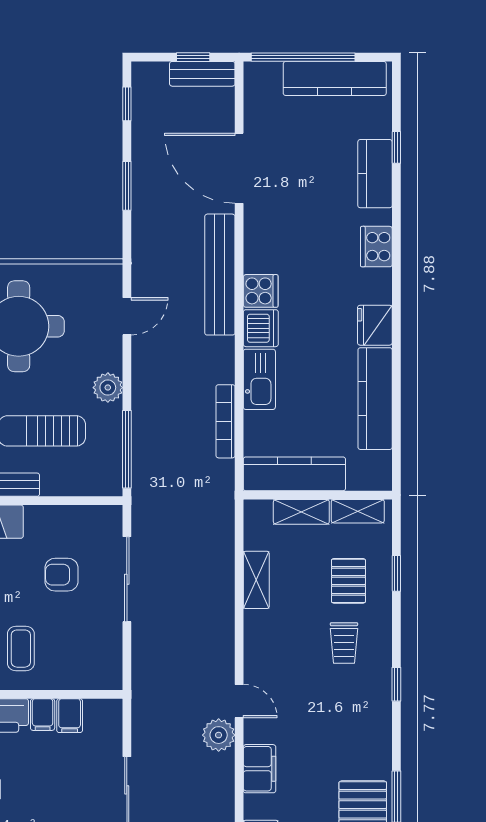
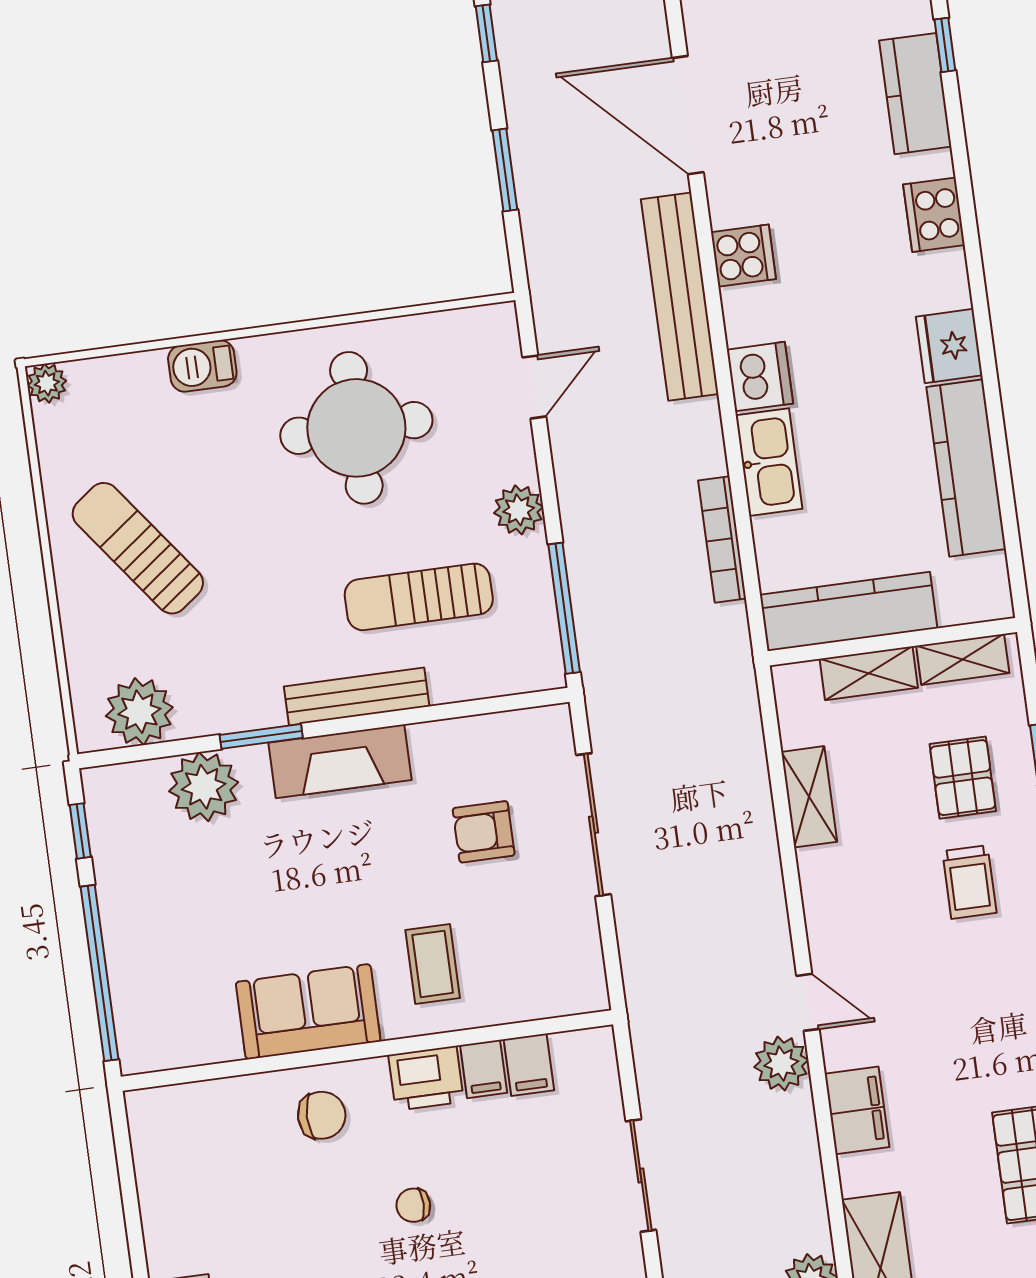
cooker: (261, 291) -> (743, 256), moved

